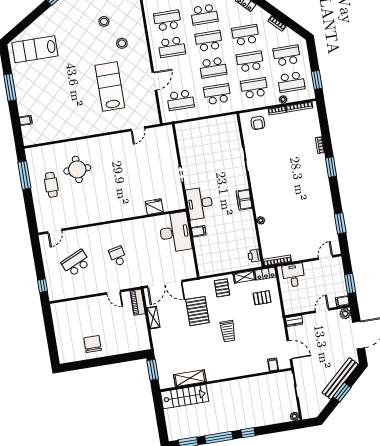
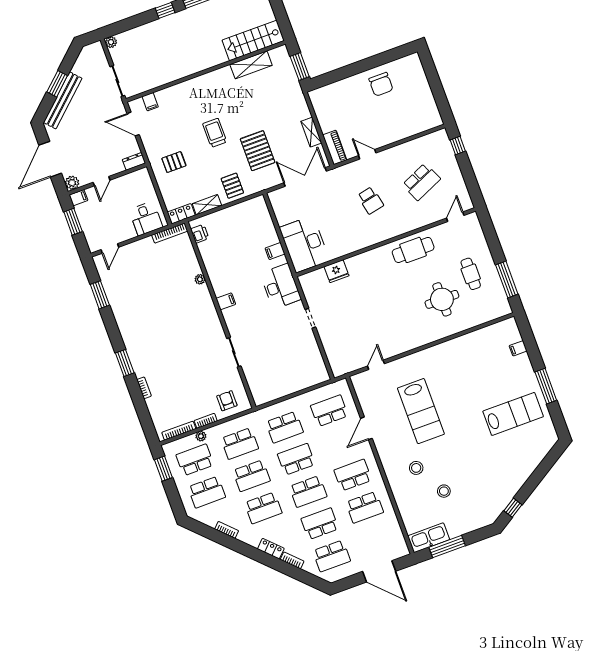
lab bench: (35, 49) -> (513, 414), moved
filing cabinet: (244, 200) -> (226, 301), width x0.50
cafe table: (92, 212) -> (413, 250), added
pallet: (262, 298) -> (174, 162), moved

